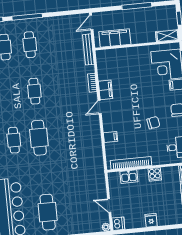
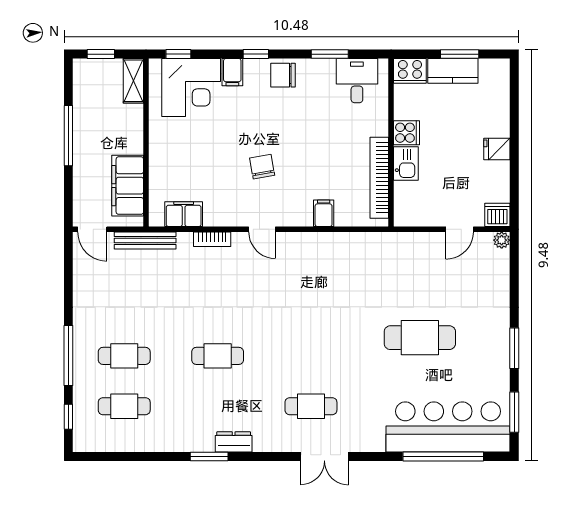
filing cabinet: (106, 90) -> (184, 214), moved
chair: (153, 123) -> (262, 167), moved
cafe table: (39, 138) -> (311, 356), removed
kitchen sink: (129, 177) -> (406, 163), moved
cafe table: (48, 212) -> (420, 338), moved

